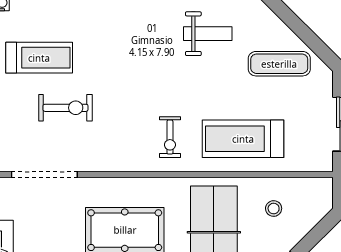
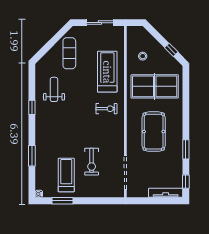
exercise bike: (65, 108) -> (92, 162), turned 180
treadmill: (243, 139) -> (107, 72), turned 180

